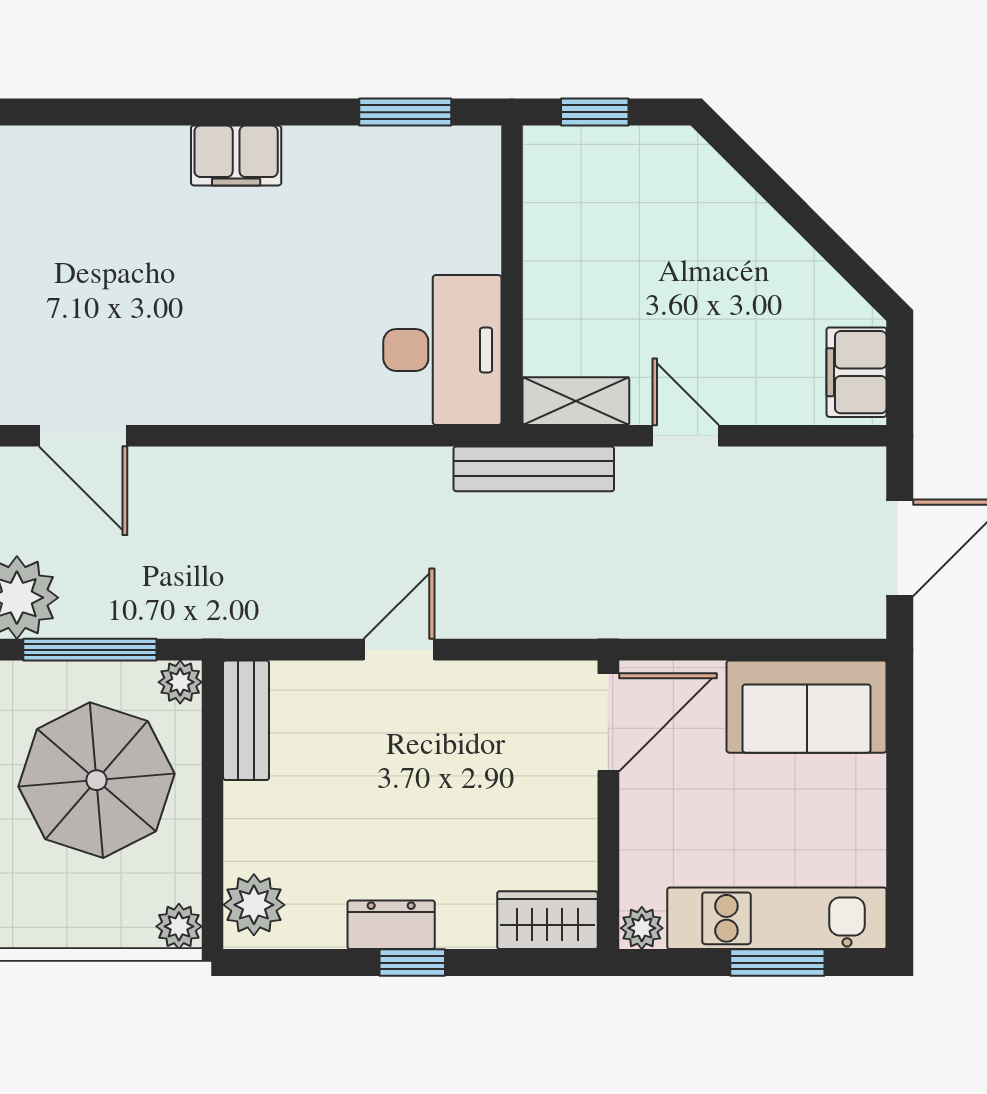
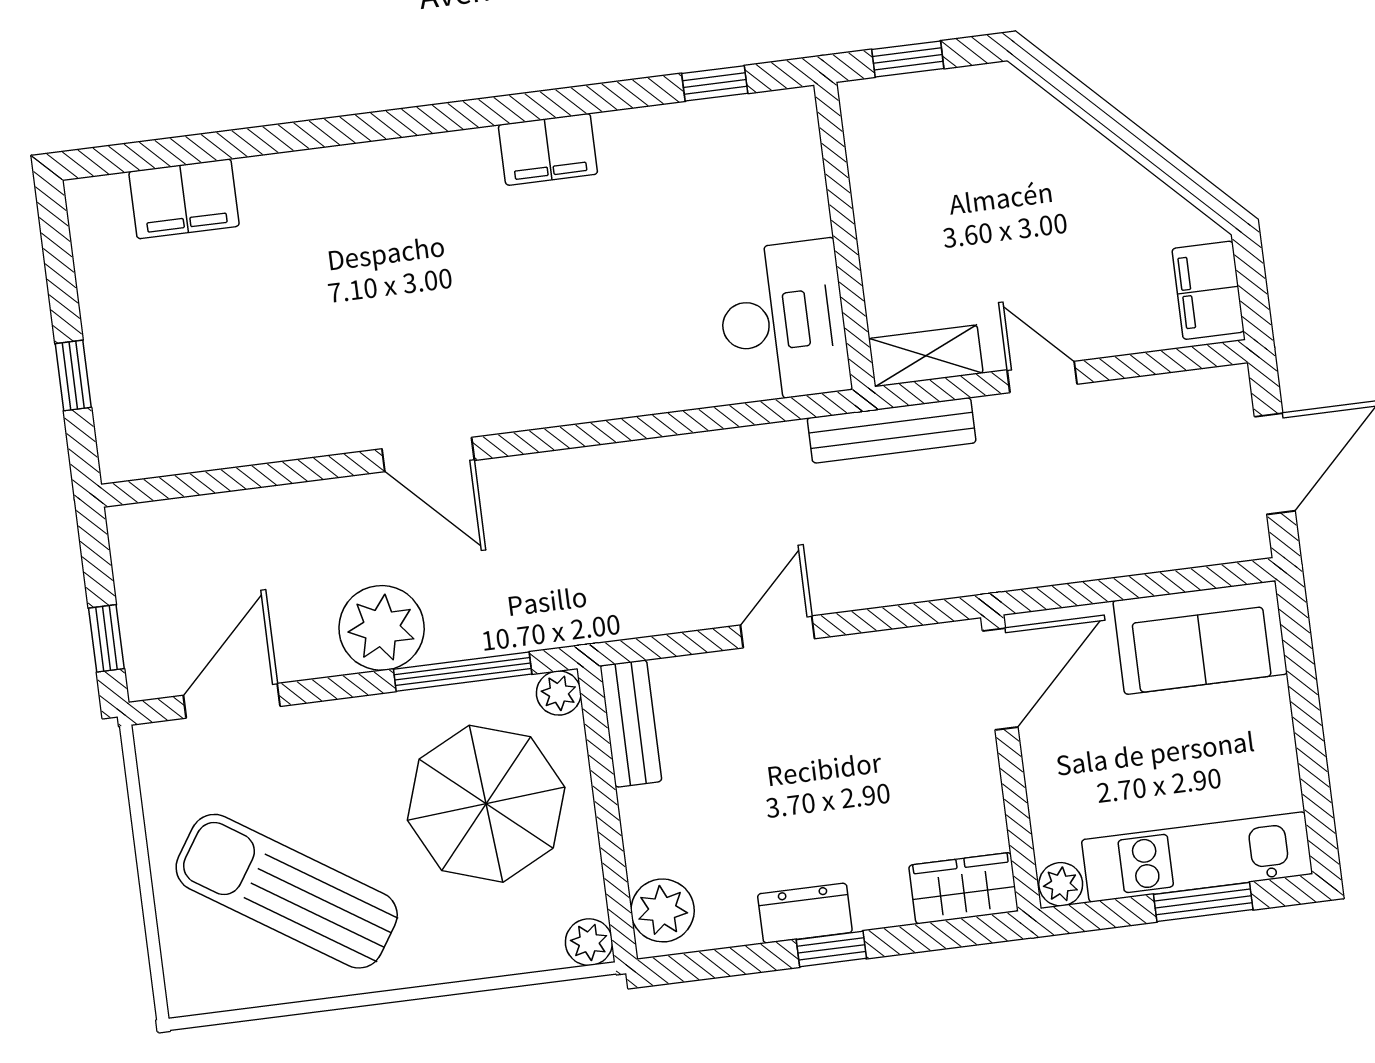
window: (405, 112) -> (715, 83), width x0.67

